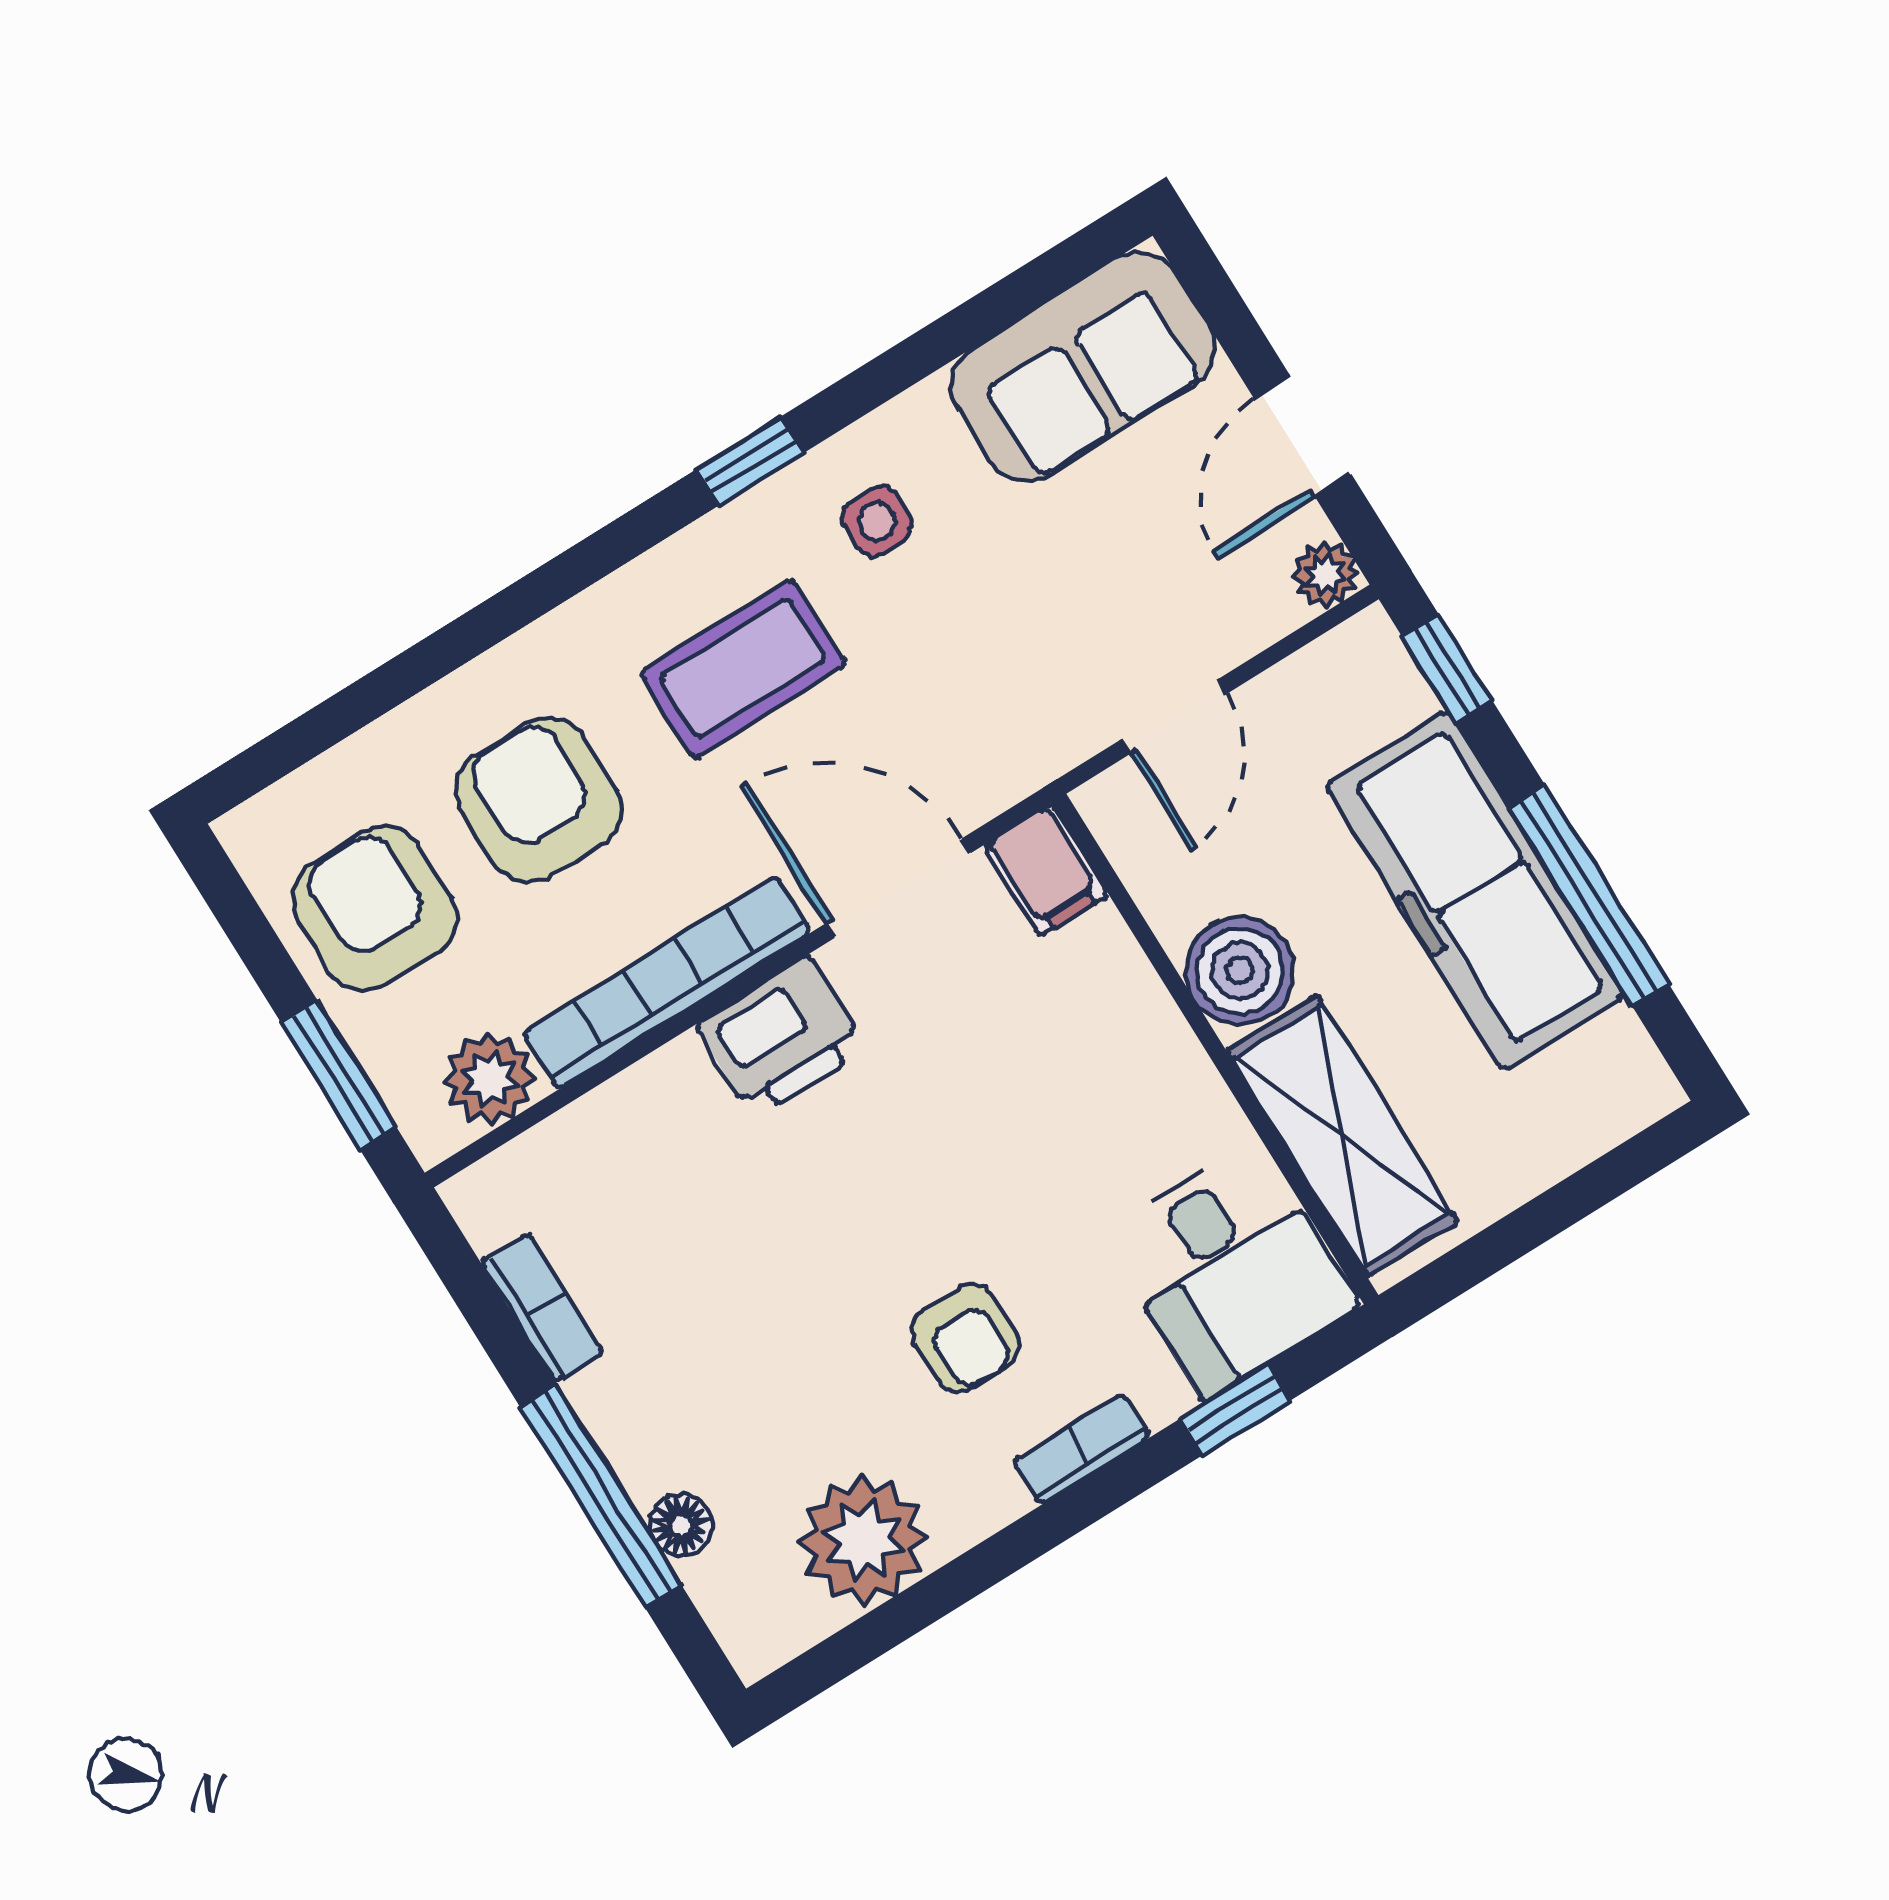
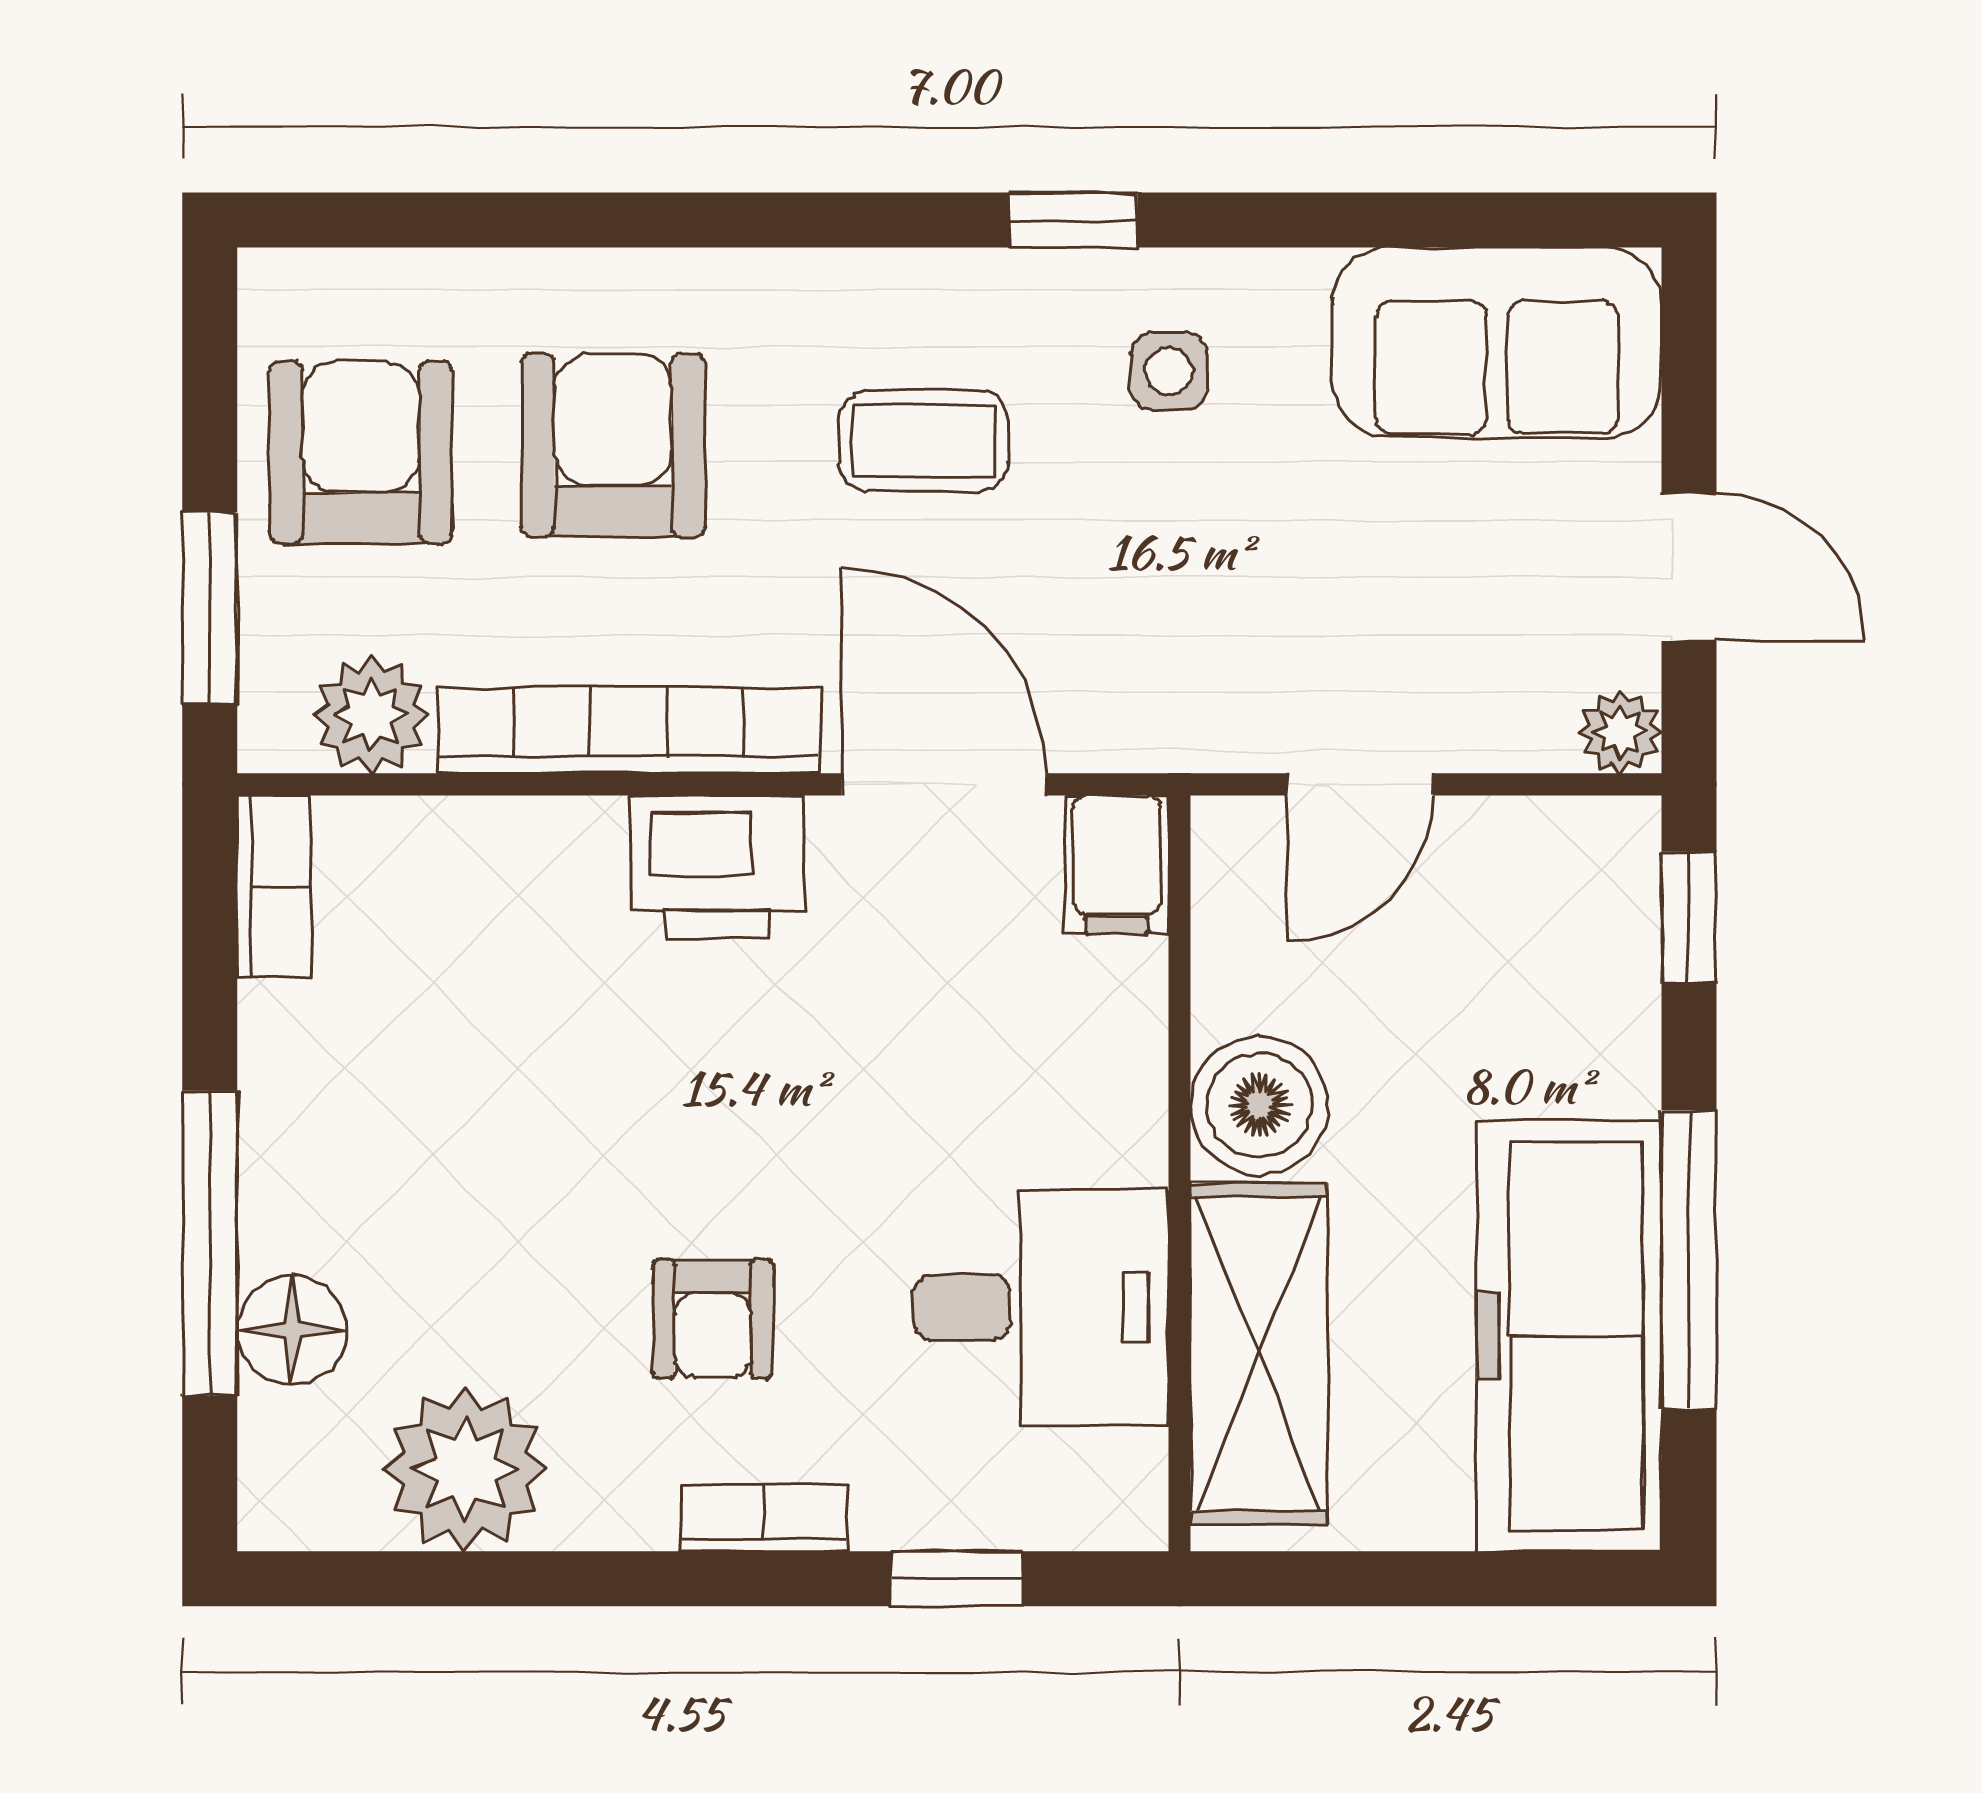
door: (1303, 436) -> (1689, 567), swing flipped
coffee table: (743, 669) -> (924, 441), width x0.73, depth x0.77
freezer: (1475, 890) -> (1569, 1336), moved
desk: (1230, 1270) -> (1041, 1307), moved, turned -90
bookcase: (542, 1307) -> (274, 886), moved
floor lamp: (681, 1525) -> (292, 1330), width x1.37, depth x1.37

